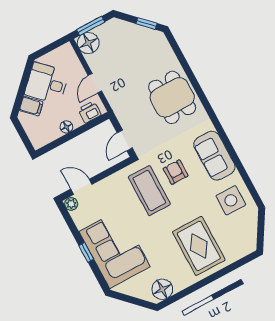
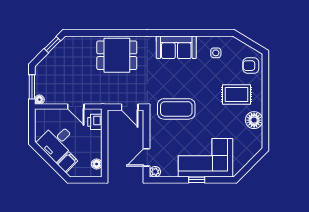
floor lamp: (88, 43) -> (39, 100), width x0.53, depth x0.53
floor lamp: (66, 127) -> (97, 164), moved
armchair: (176, 172) -> (251, 66), moved
side table: (231, 200) -> (216, 53), width x0.54, depth x0.54
rug: (199, 246) -> (237, 94), width x0.73, depth x0.70
floor lamp: (162, 289) -> (254, 120), moved

